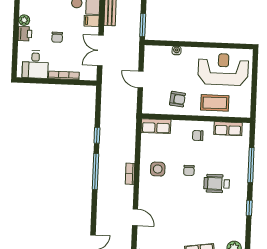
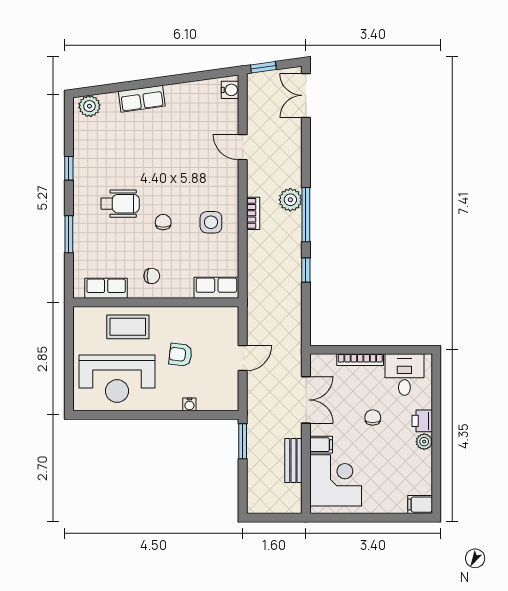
door: (141, 79) -> (243, 358), hinge flipped
armchair: (177, 99) -> (180, 355), moved
window: (251, 165) -> (69, 234), width x0.69
plant: (105, 182) -> (290, 200), added

